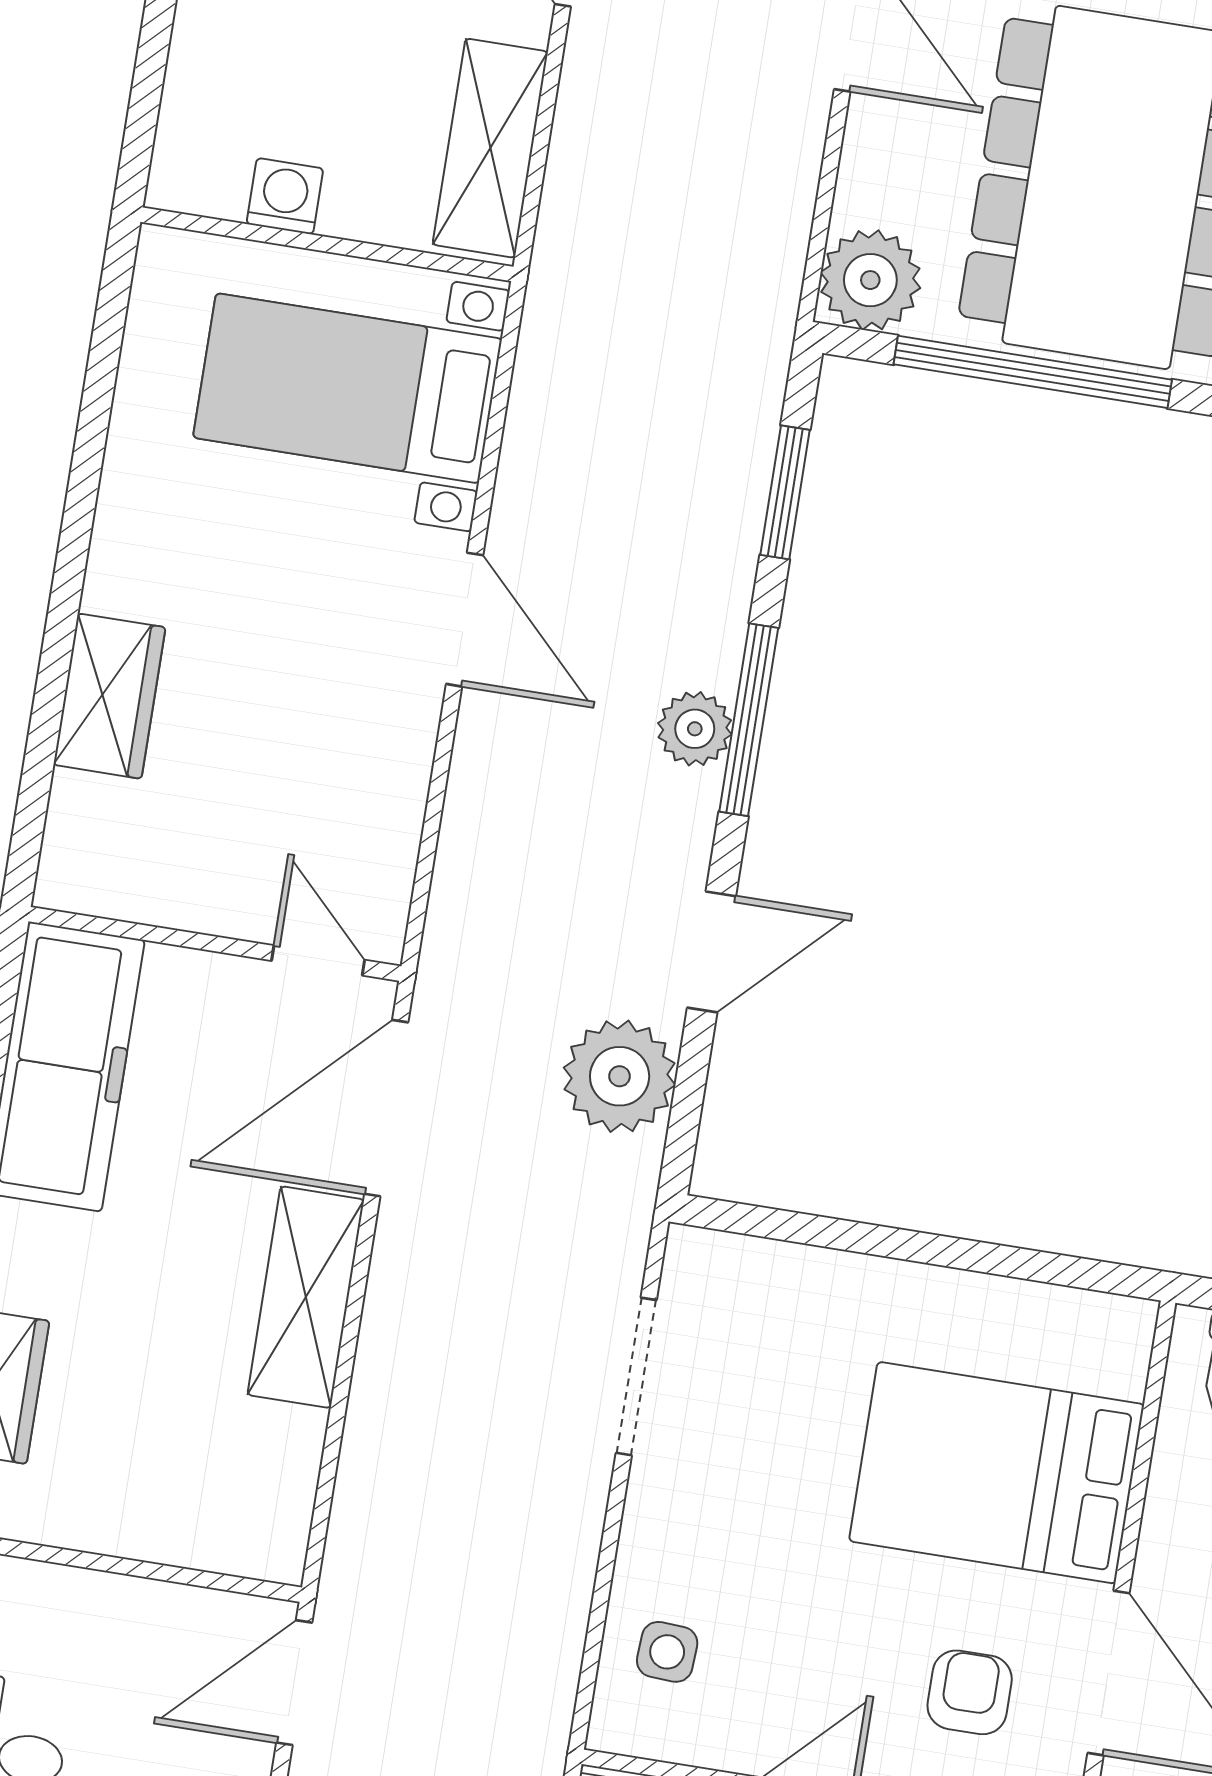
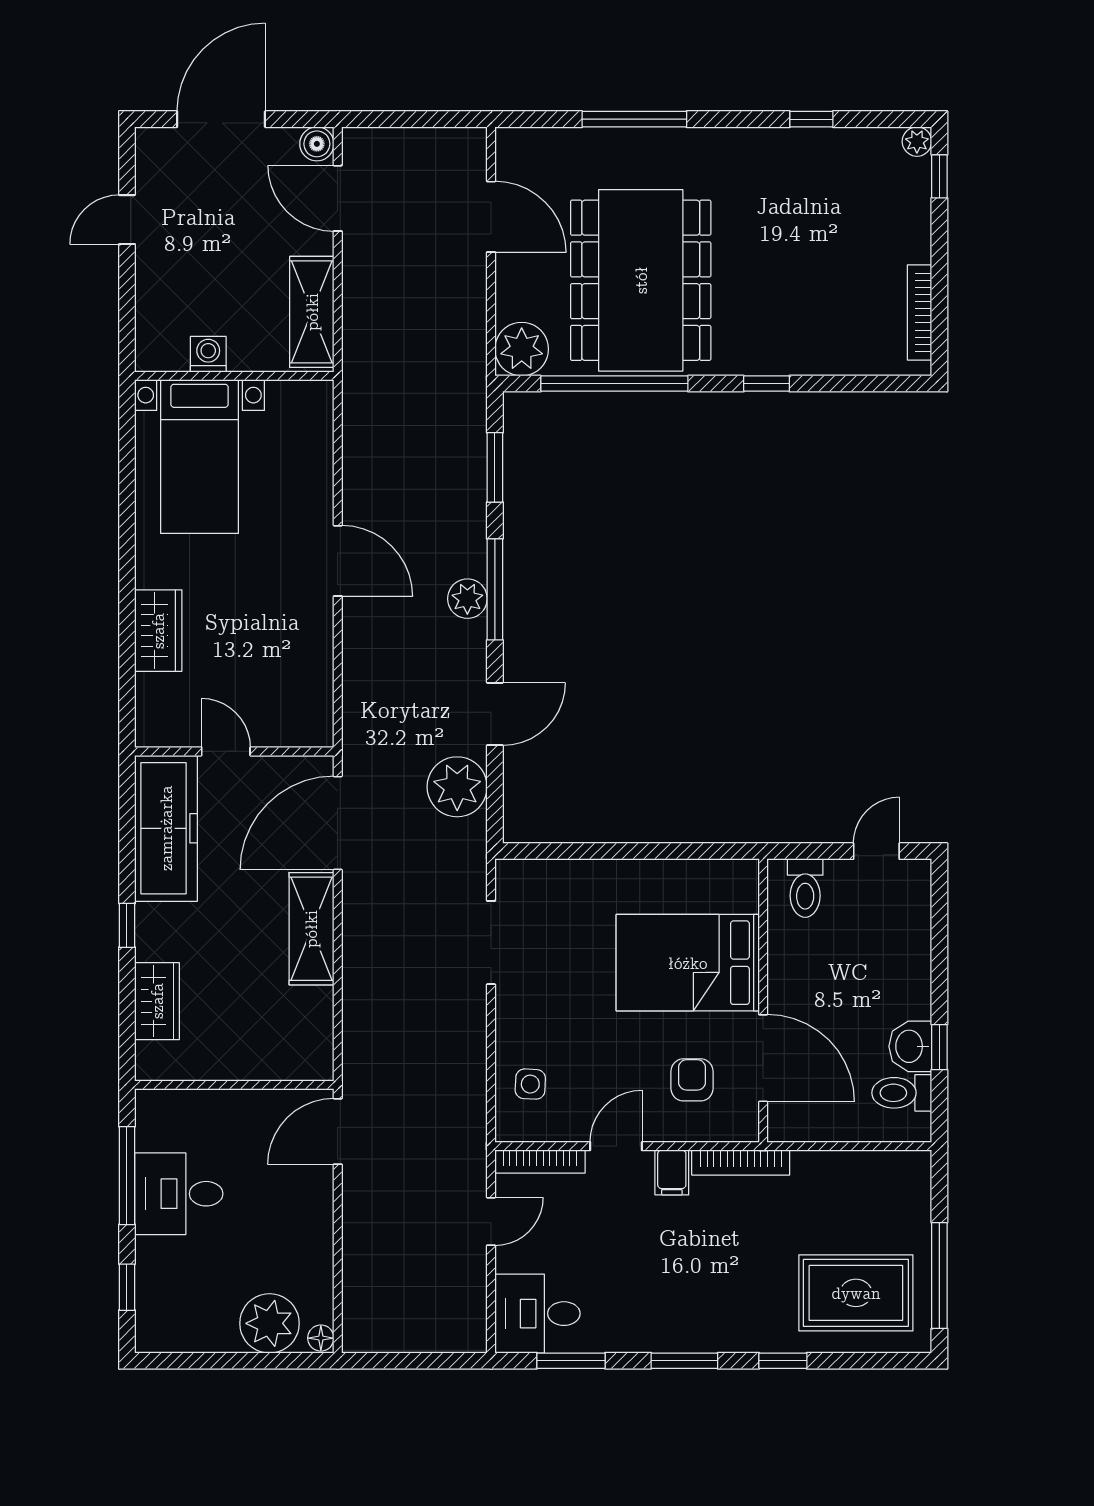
bed with nightstands: (348, 388) -> (200, 456), moved, turned -90
door: (318, 960) -> (226, 751), moved

